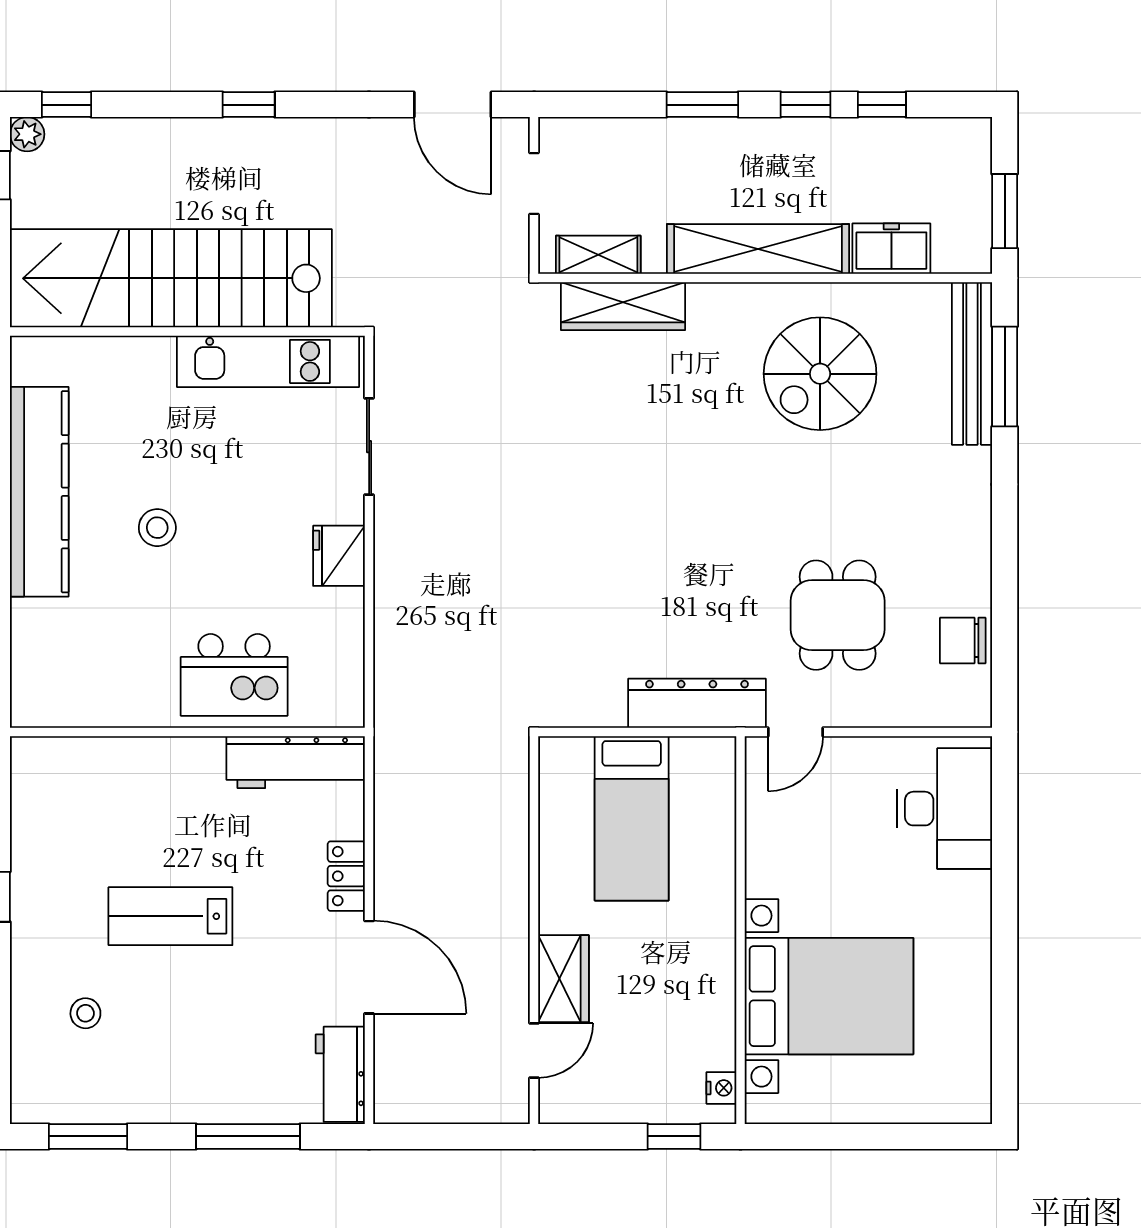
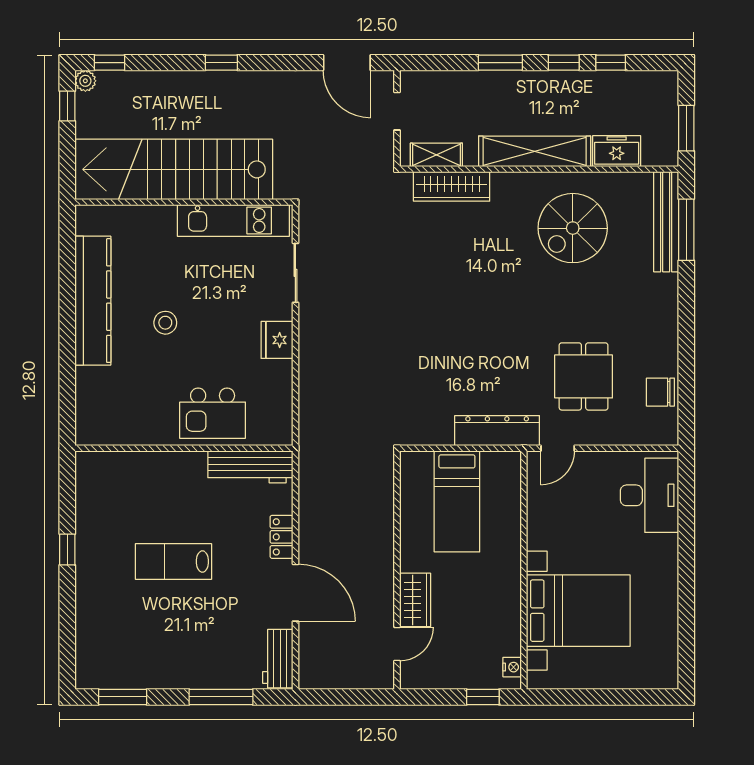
stool: (85, 1013) -> (121, 621), removed

